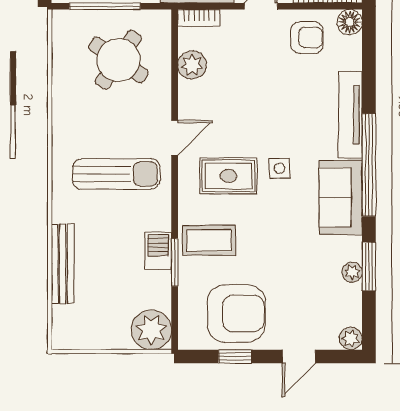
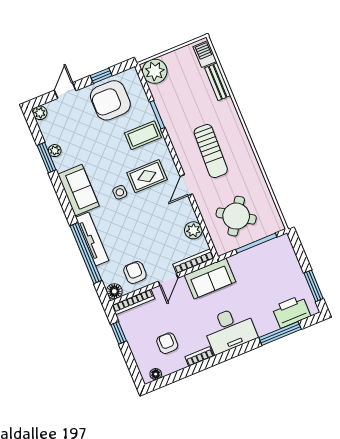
bookcase: (199, 18) -> (194, 261), width x1.56
armchair: (307, 38) -> (135, 273), turned 90
window: (369, 165) -> (86, 253), moved
sun lounger: (116, 174) -> (211, 151), turned -88
barbecue: (158, 251) -> (205, 54), moved, turned 180
bench: (63, 264) -> (218, 82), width x0.73

